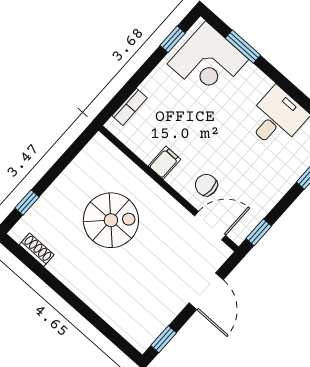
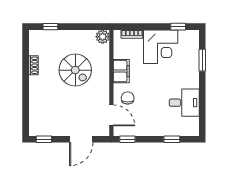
corner desk: (208, 62) -> (161, 47), moved, turned -90
plant: (99, 147) -> (103, 37), added
filing cabinet: (165, 163) -> (121, 71), width x2.00
shoe rack: (37, 250) -> (33, 65), moved

